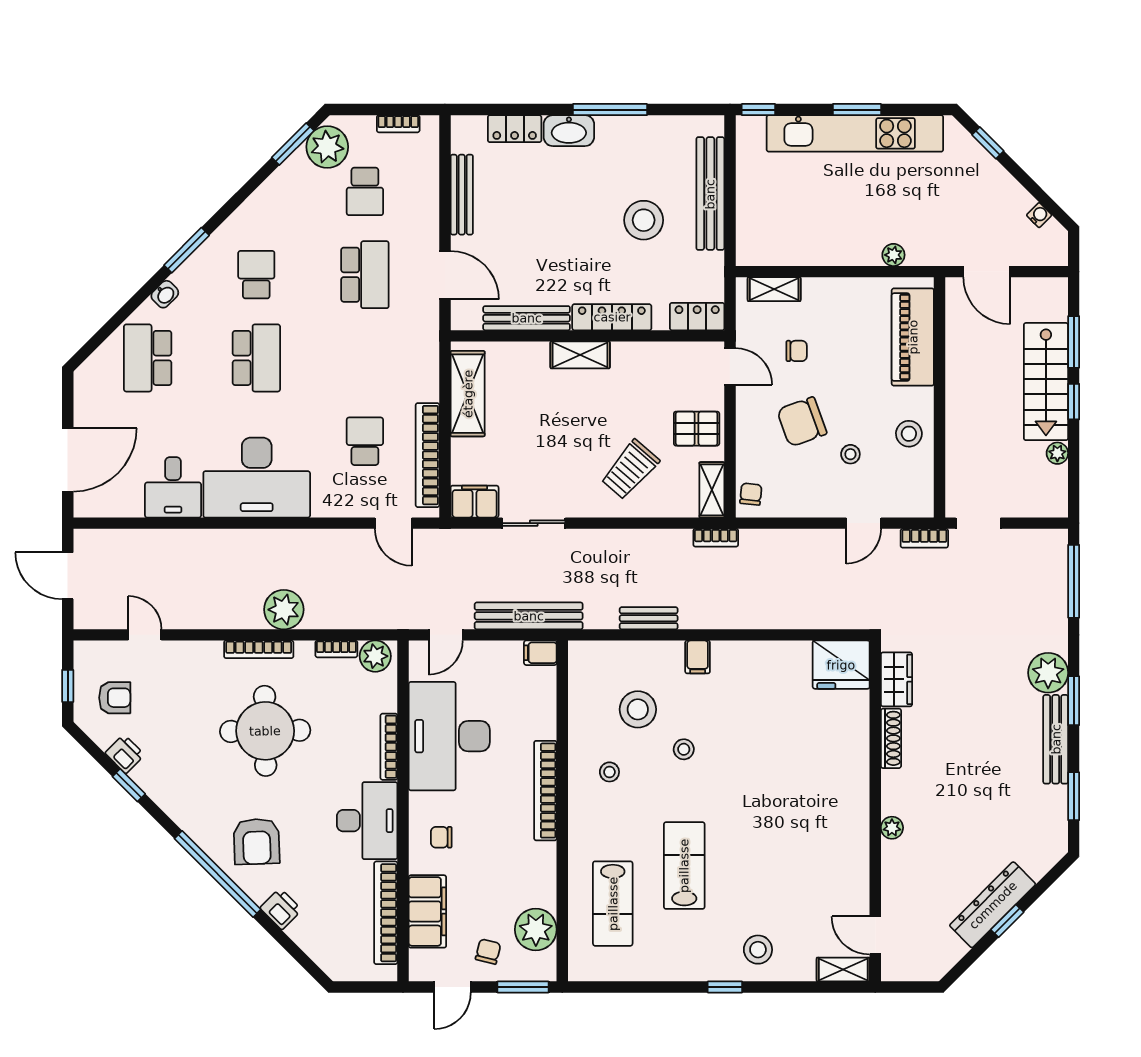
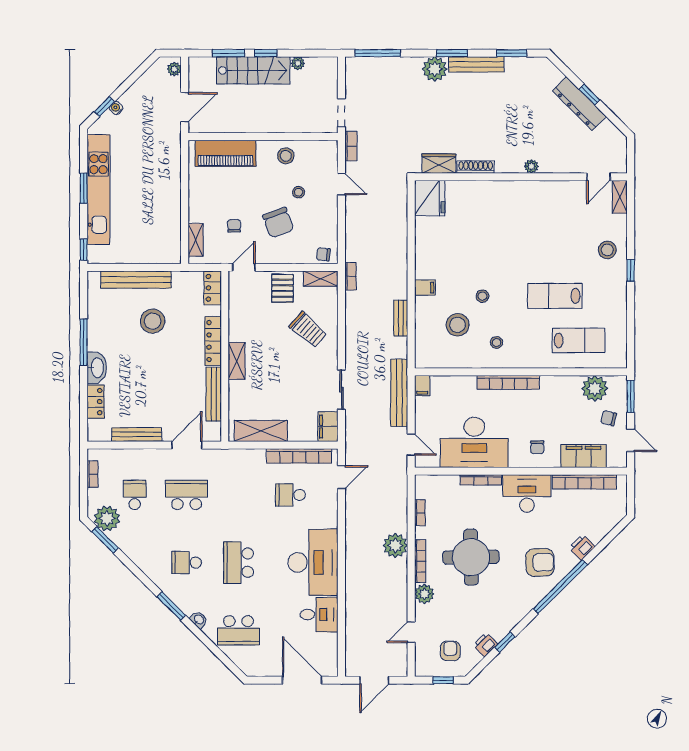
school desk: (365, 191) -> (135, 495), turned -90
water cooler: (1039, 215) -> (116, 108), moved
plant: (893, 255) -> (174, 69), moved
school desk: (256, 358) -> (239, 563), turned -90
plant: (375, 656) -> (424, 594), moved

